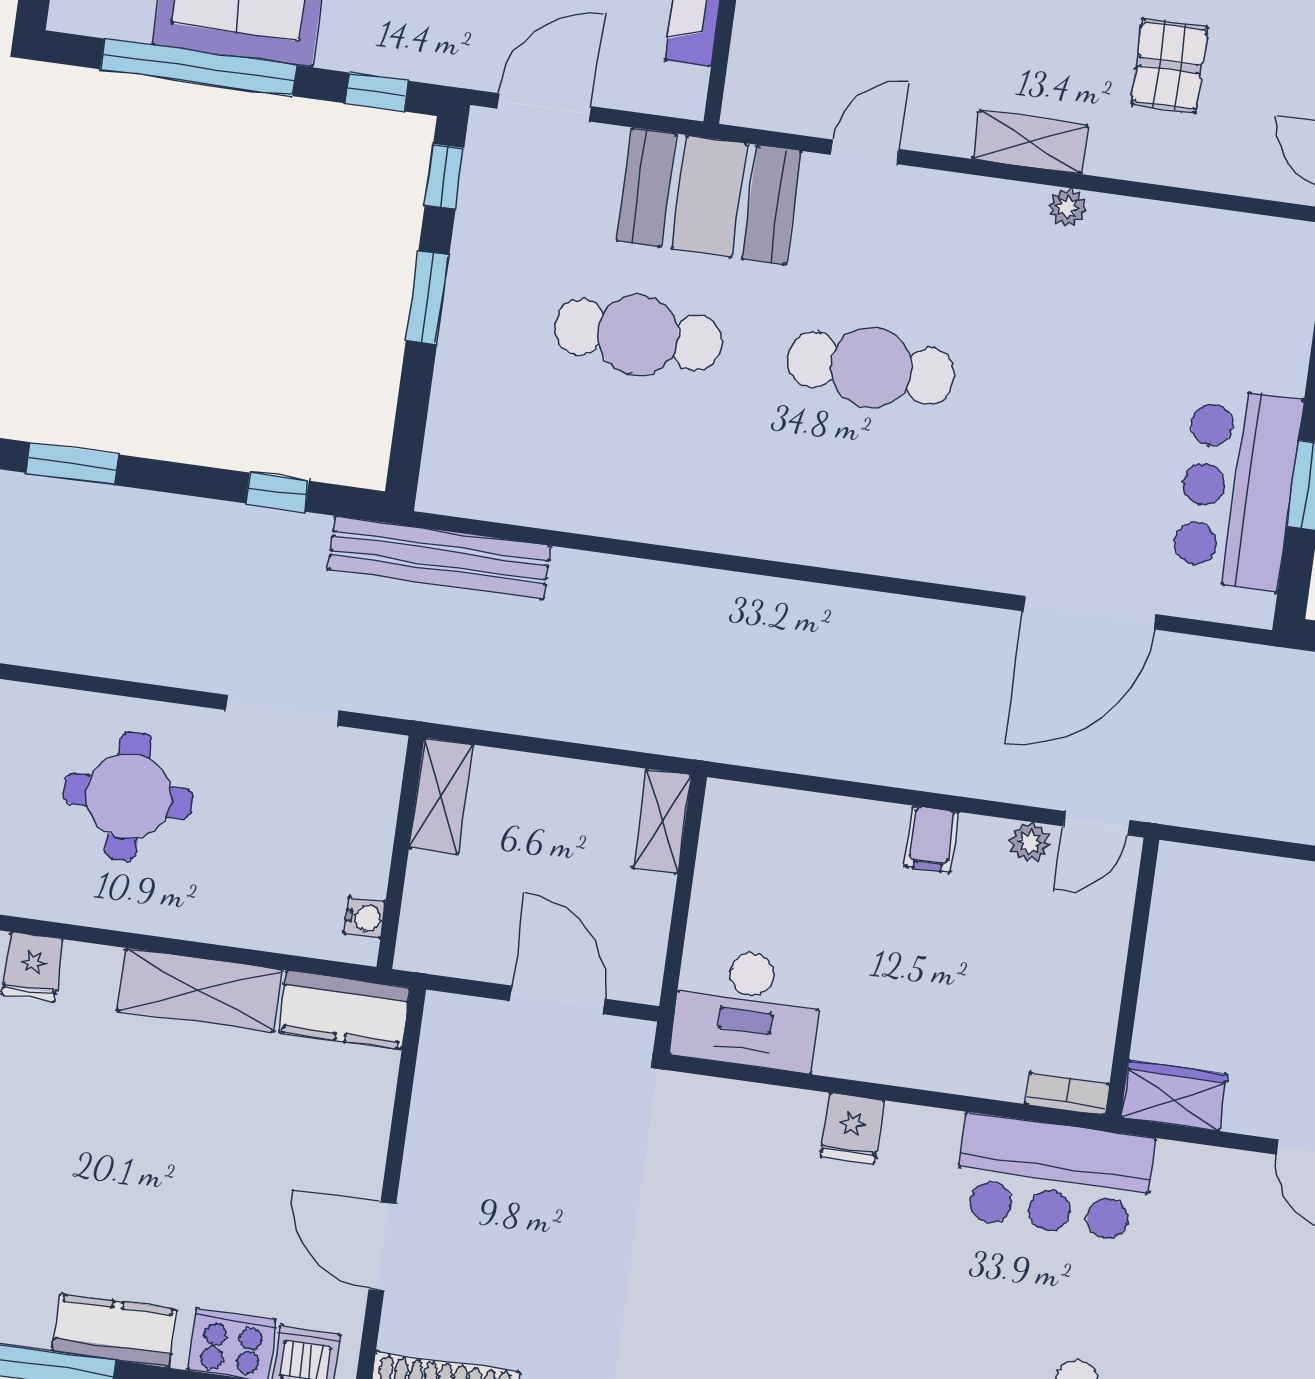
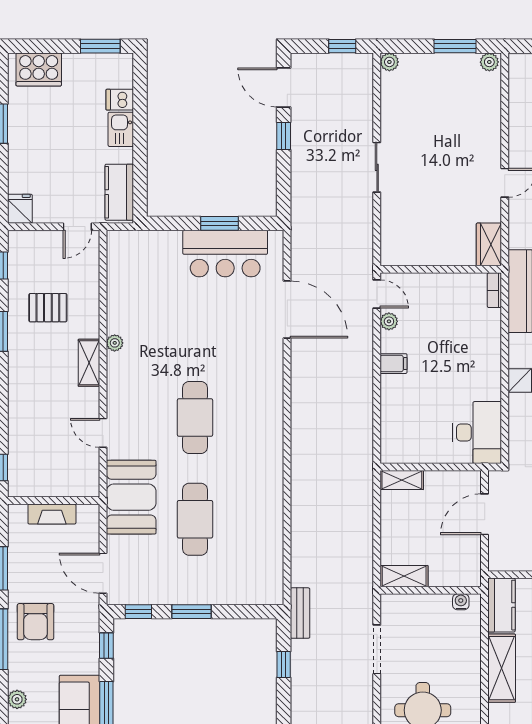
bench: (439, 558) -> (300, 613), width x0.54, depth x0.82

